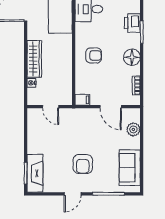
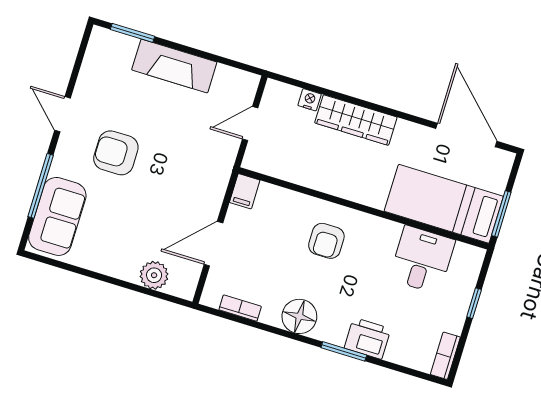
sofa: (130, 168) -> (57, 216), moved, turned 90
fireplace: (35, 173) -> (174, 66), moved

